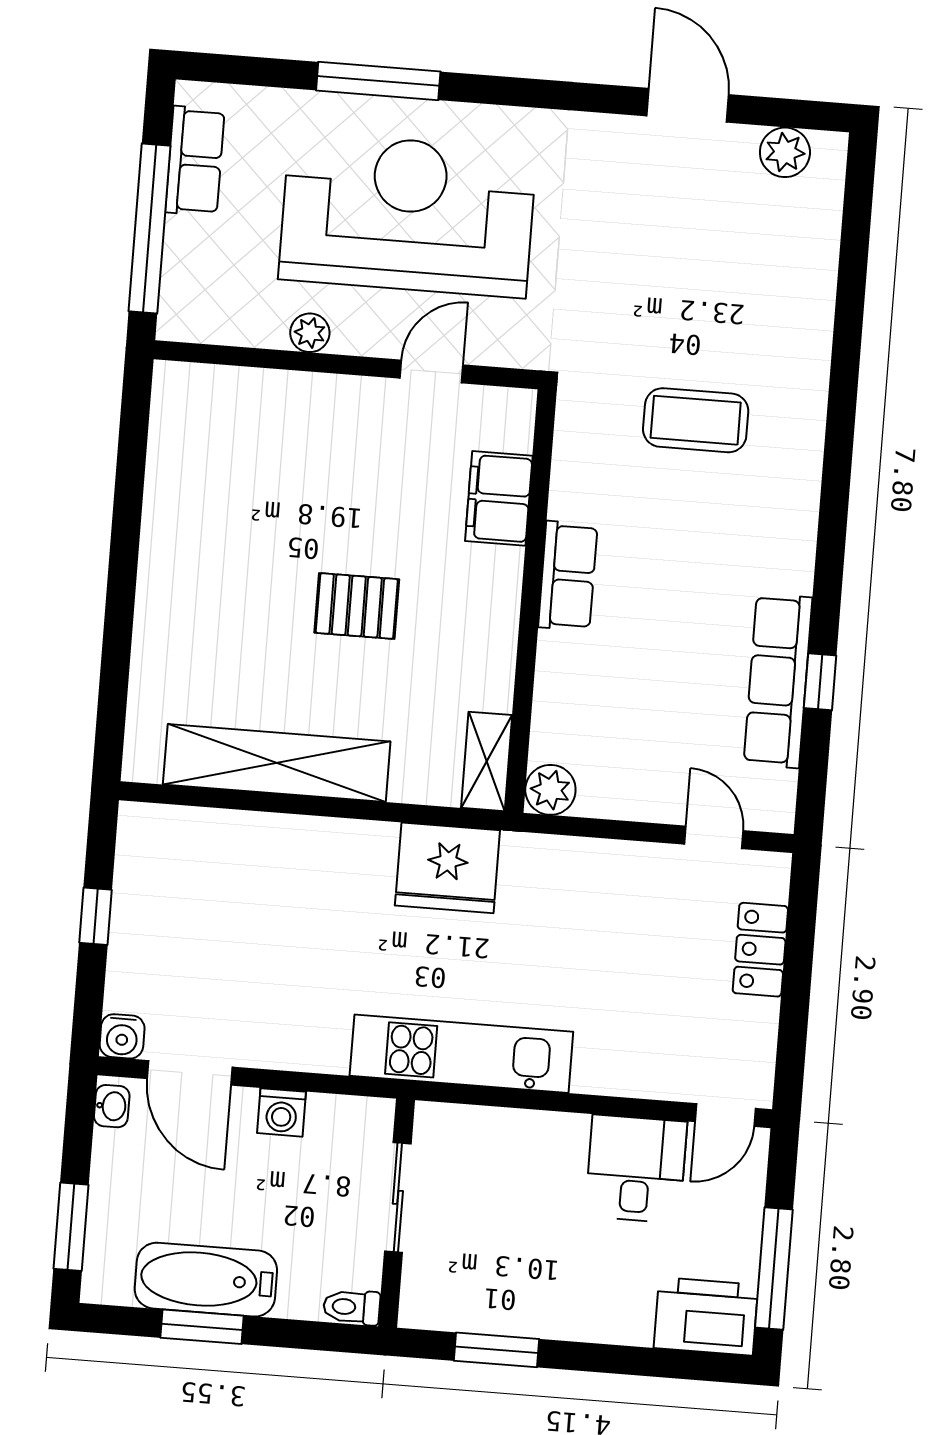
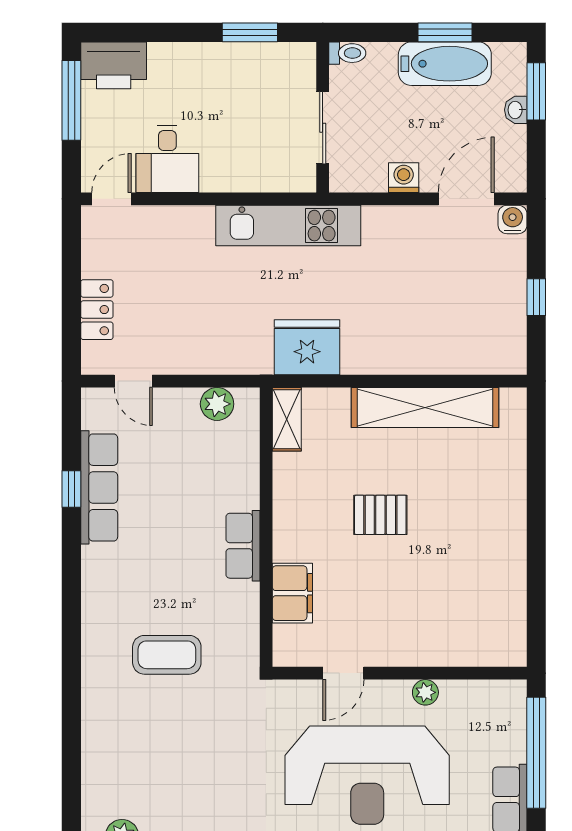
plant: (550, 790) -> (217, 404), moved
door: (190, 1073) -> (466, 199), hinge flipped
washbasin: (112, 1106) -> (516, 110), moved

